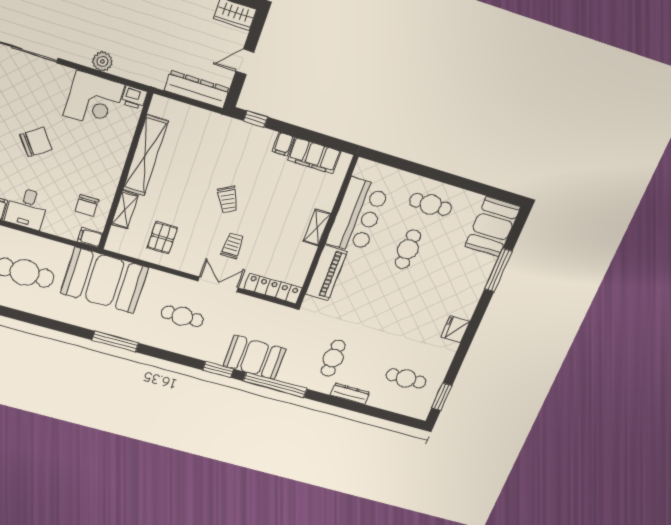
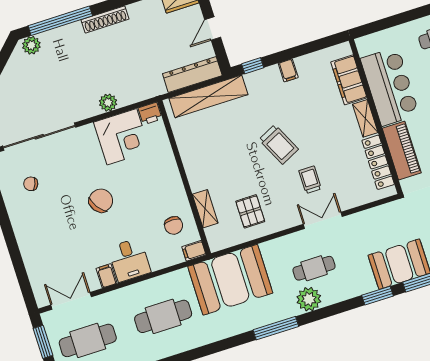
shelving: (145, 155) -> (208, 96), moved, turned 90
filing cabinet: (314, 156) -> (349, 80), moved, turned 90
trolley: (228, 200) -> (279, 144), width x1.36, depth x1.39
locker: (273, 289) -> (378, 162), moved, turned -90
plant: (160, 337) -> (309, 299), added

